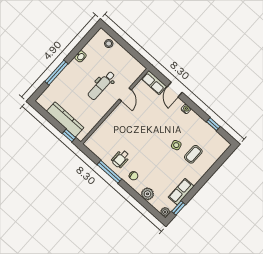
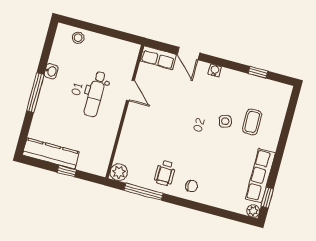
window: (56, 73) -> (35, 93), moved
kitchen counter: (65, 119) -> (51, 153), moved
window: (69, 136) -> (67, 171), moved
window: (109, 172) -> (143, 192), moved
row of seats: (181, 192) -> (260, 176), width x1.48
plant: (147, 194) -> (119, 172), moved

